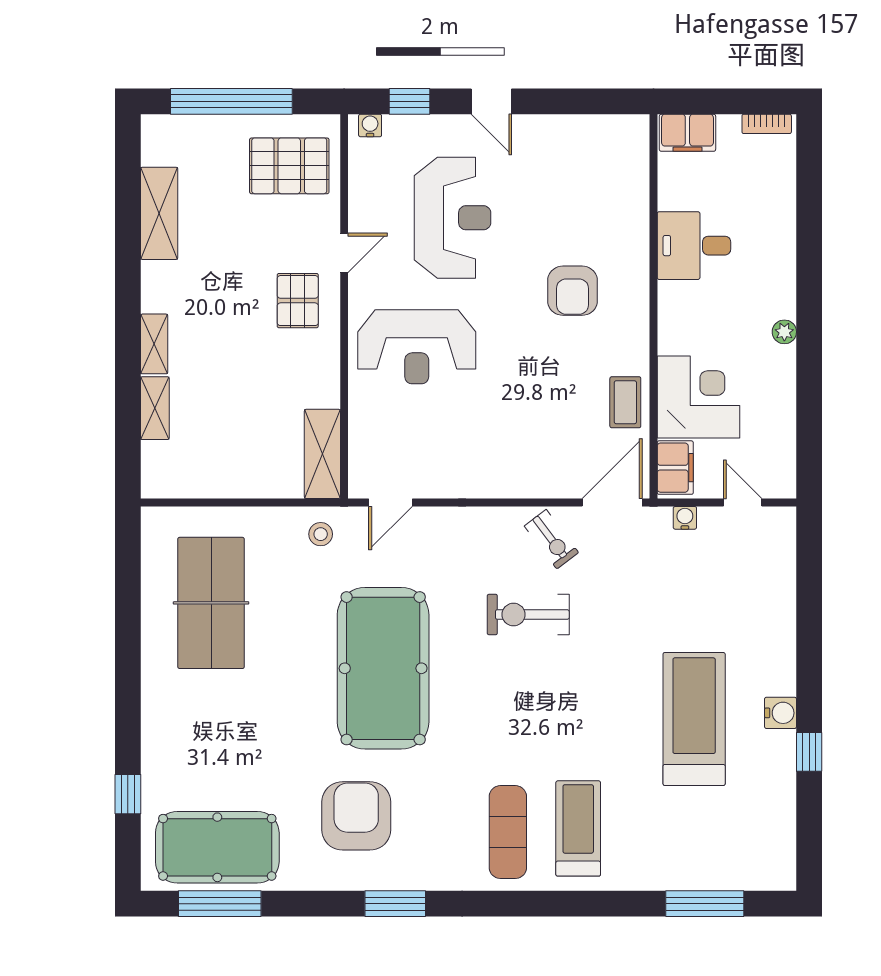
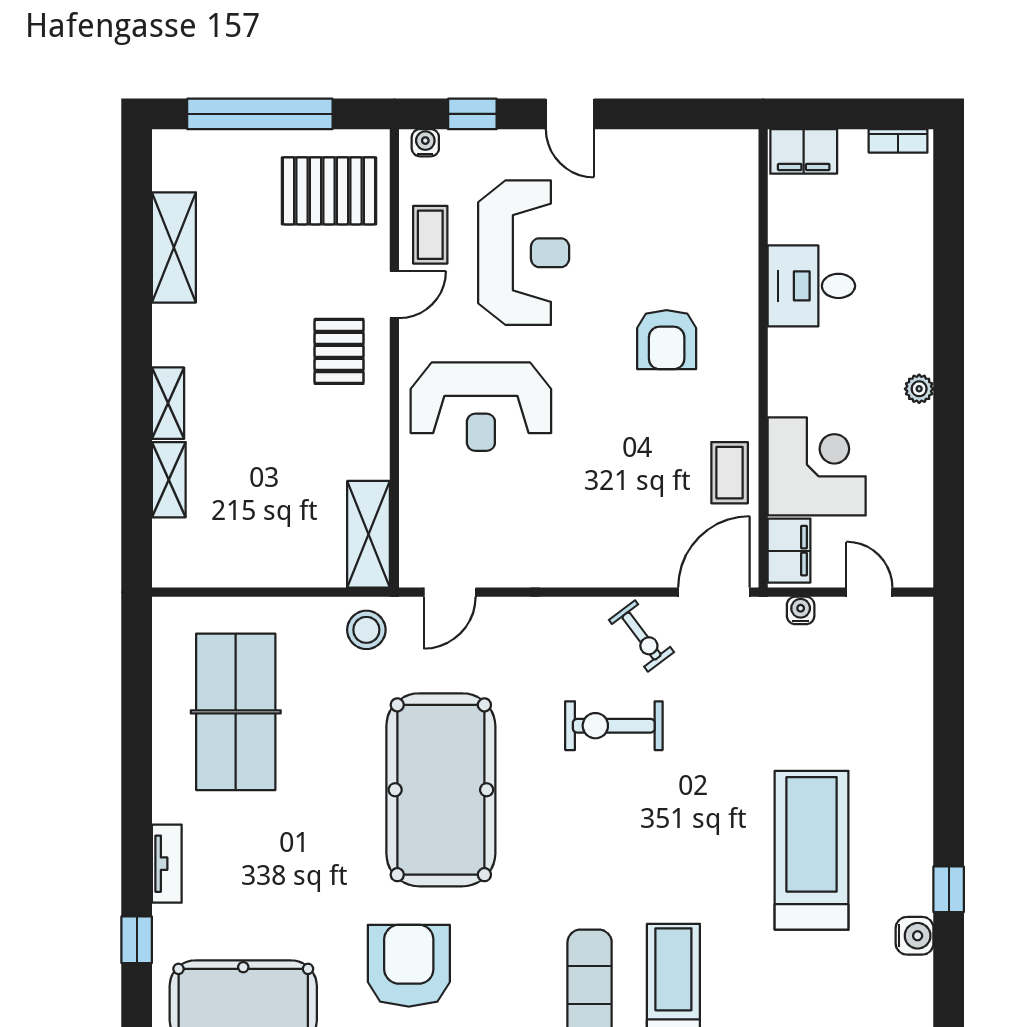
coffee table: (374, 203) -> (430, 235), added
stool: (321, 534) -> (366, 630), width x1.37, depth x1.37
water cooler: (781, 713) -> (915, 936), moved
tv unit: (153, 730) -> (167, 864), added

